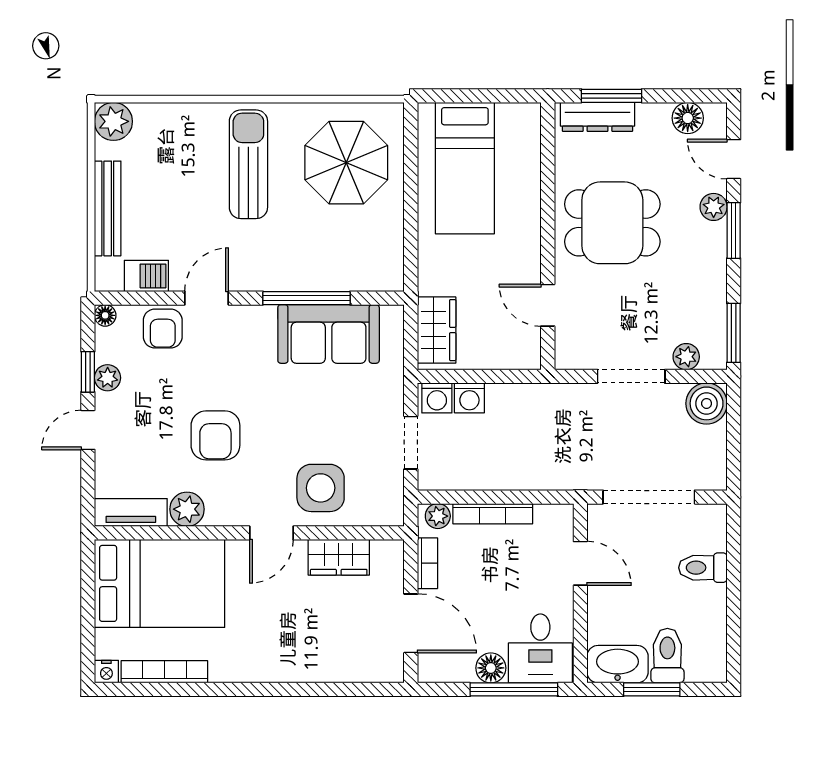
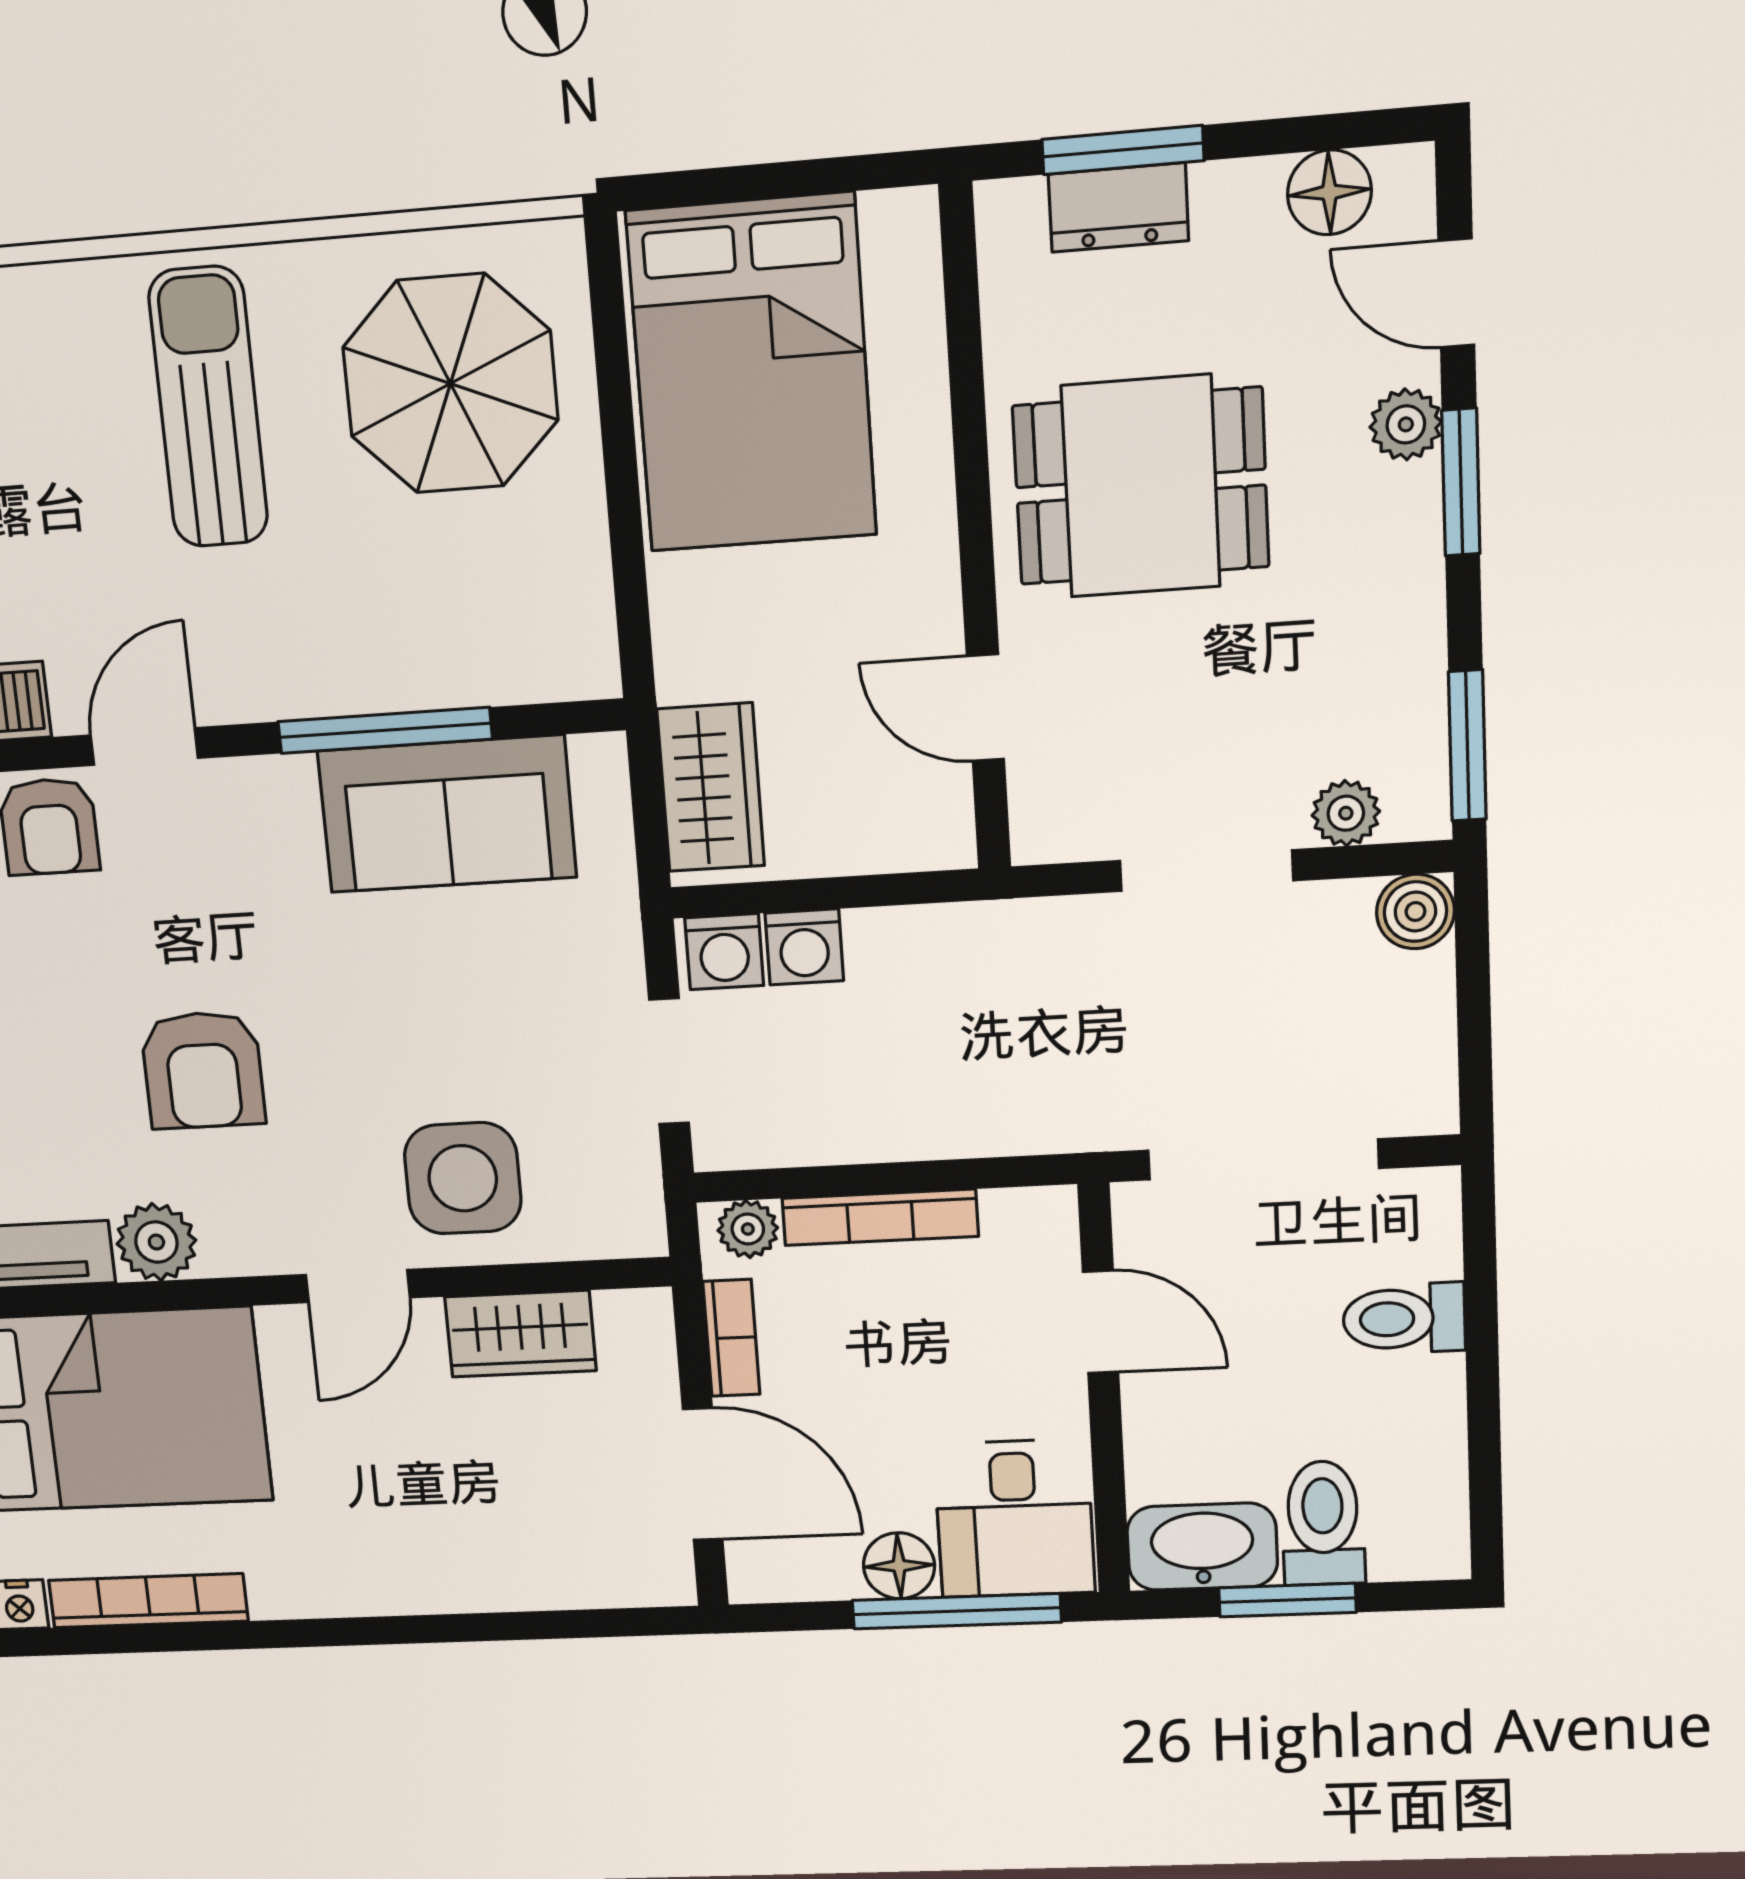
dresser: (598, 117) -> (1118, 207), width x0.70
bed: (465, 168) -> (752, 374), width x1.50
boiler: (707, 403) -> (1415, 912), width x0.73, depth x0.73

